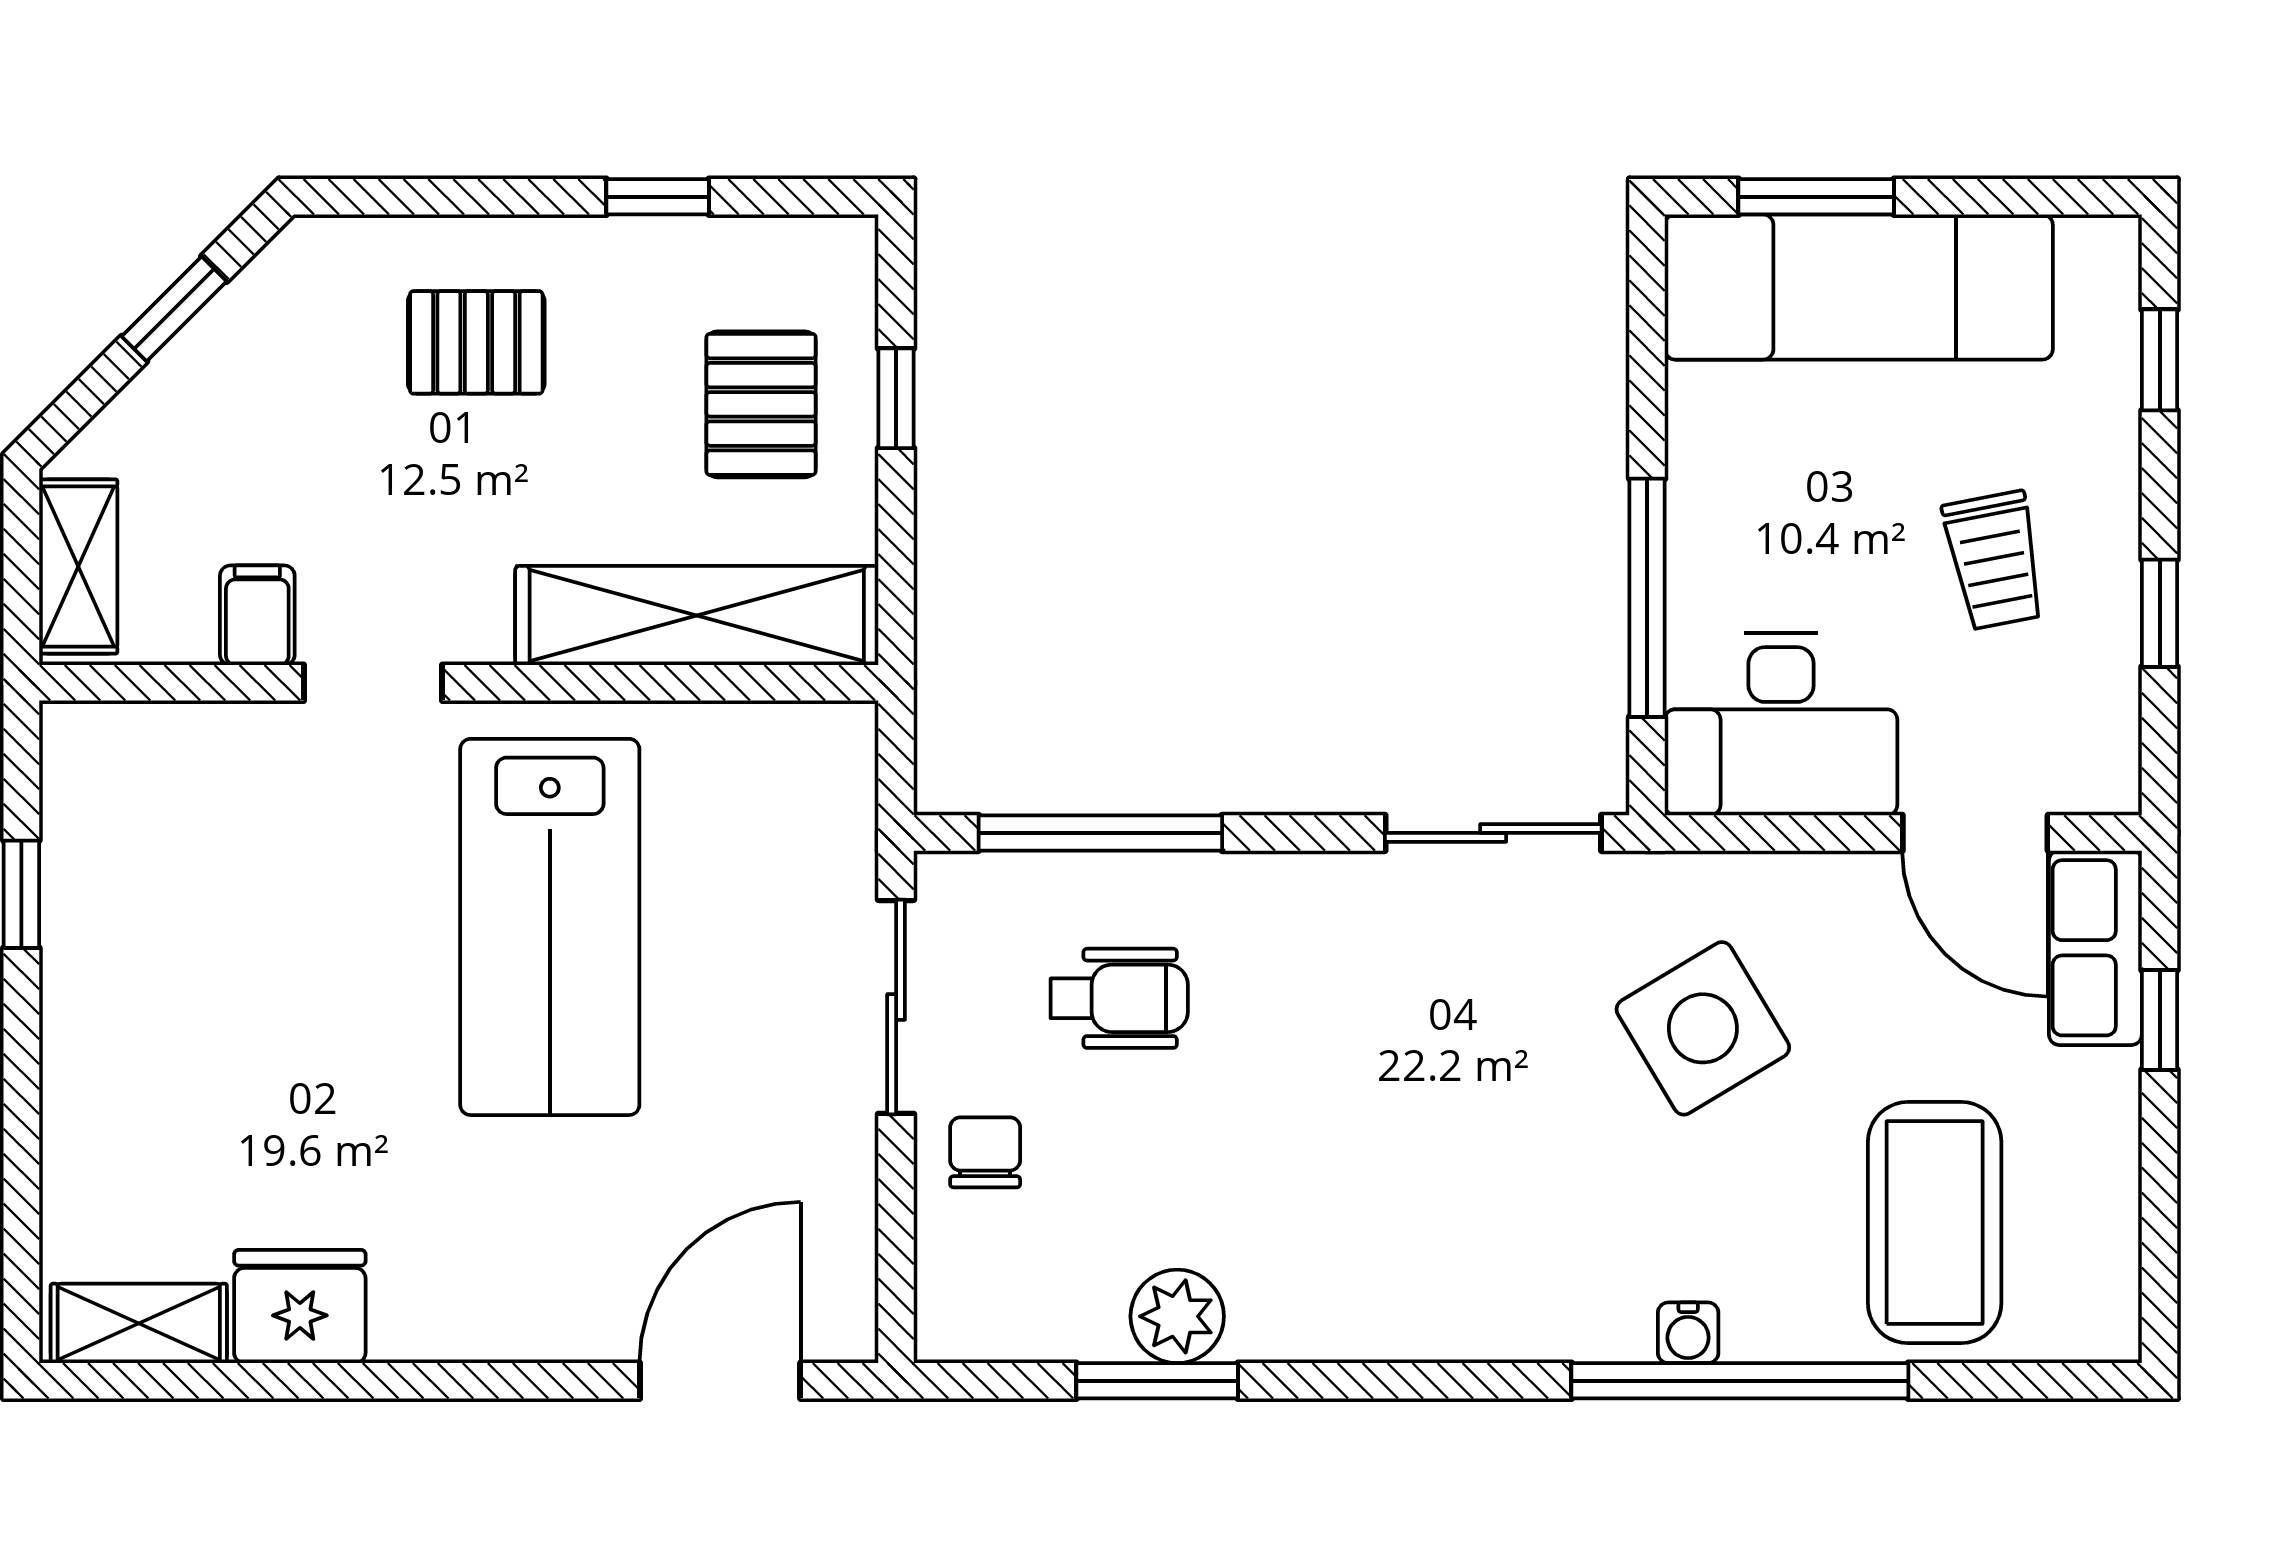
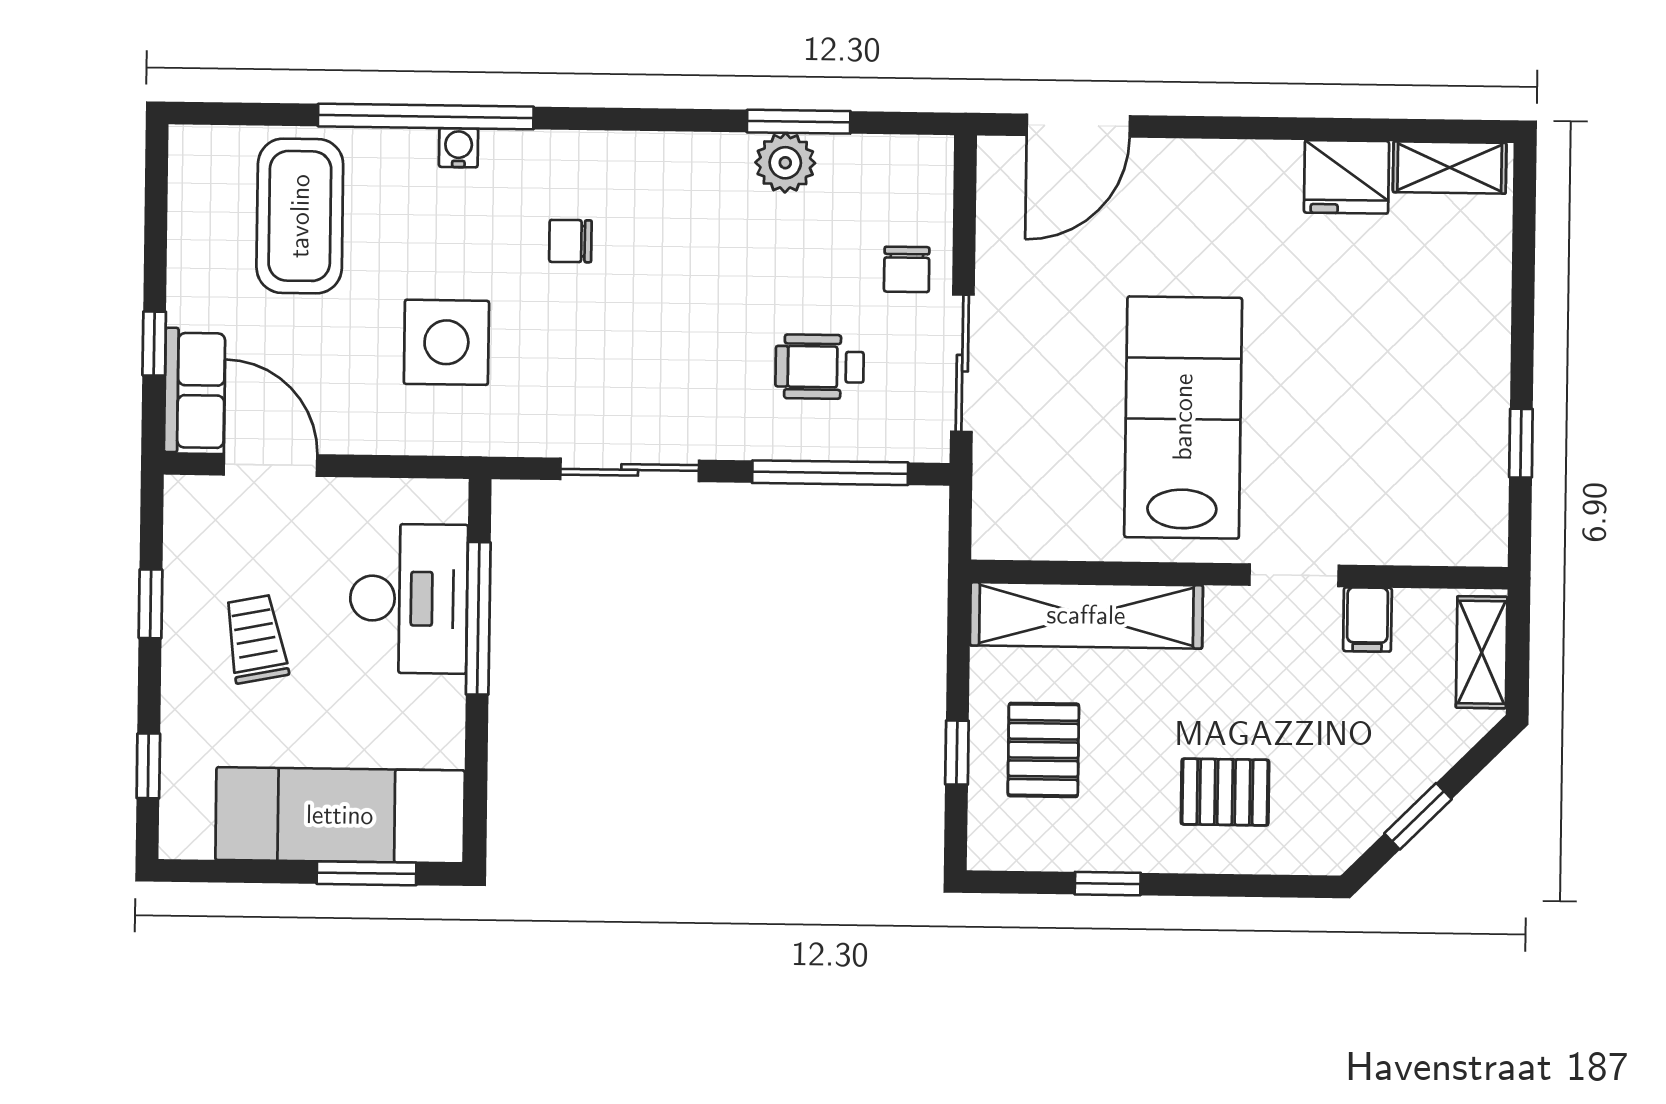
desk: (1781, 724) -> (409, 599), moved, turned 90
sliding door: (1493, 833) -> (630, 470), moved
side table: (1703, 1028) -> (446, 342), turned 31
chair: (1511, 1189) -> (570, 241), added

